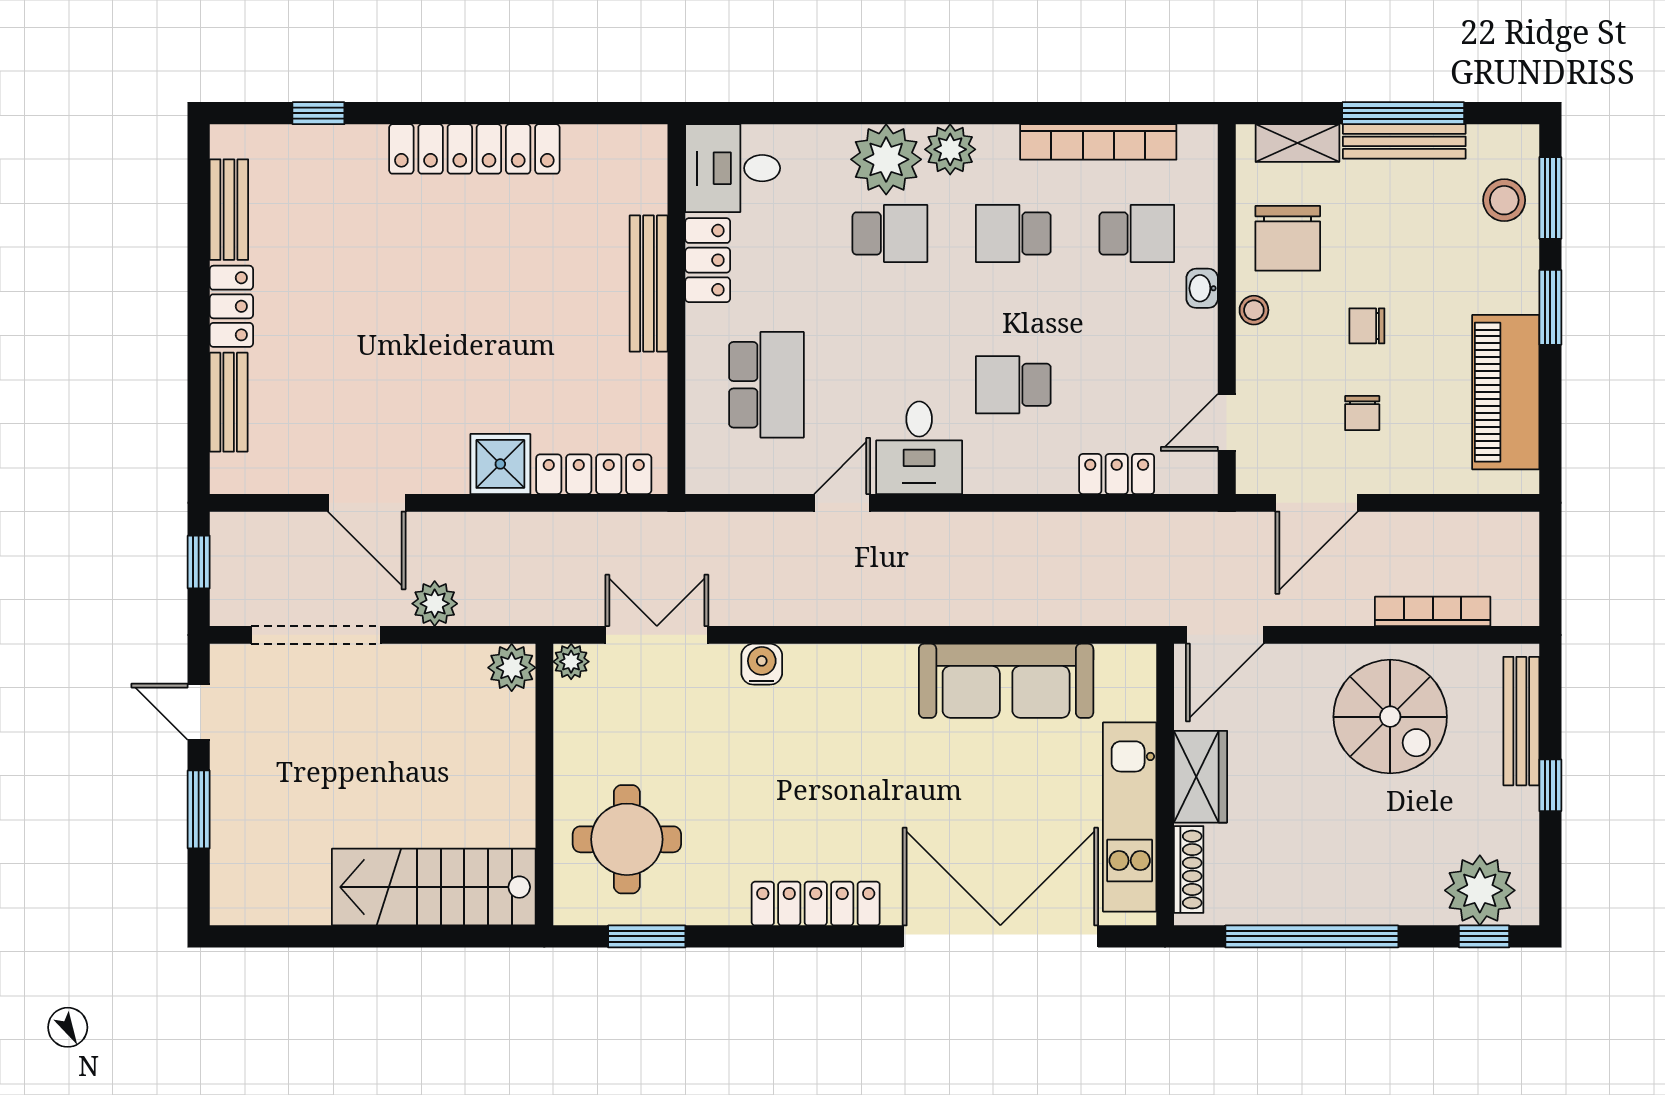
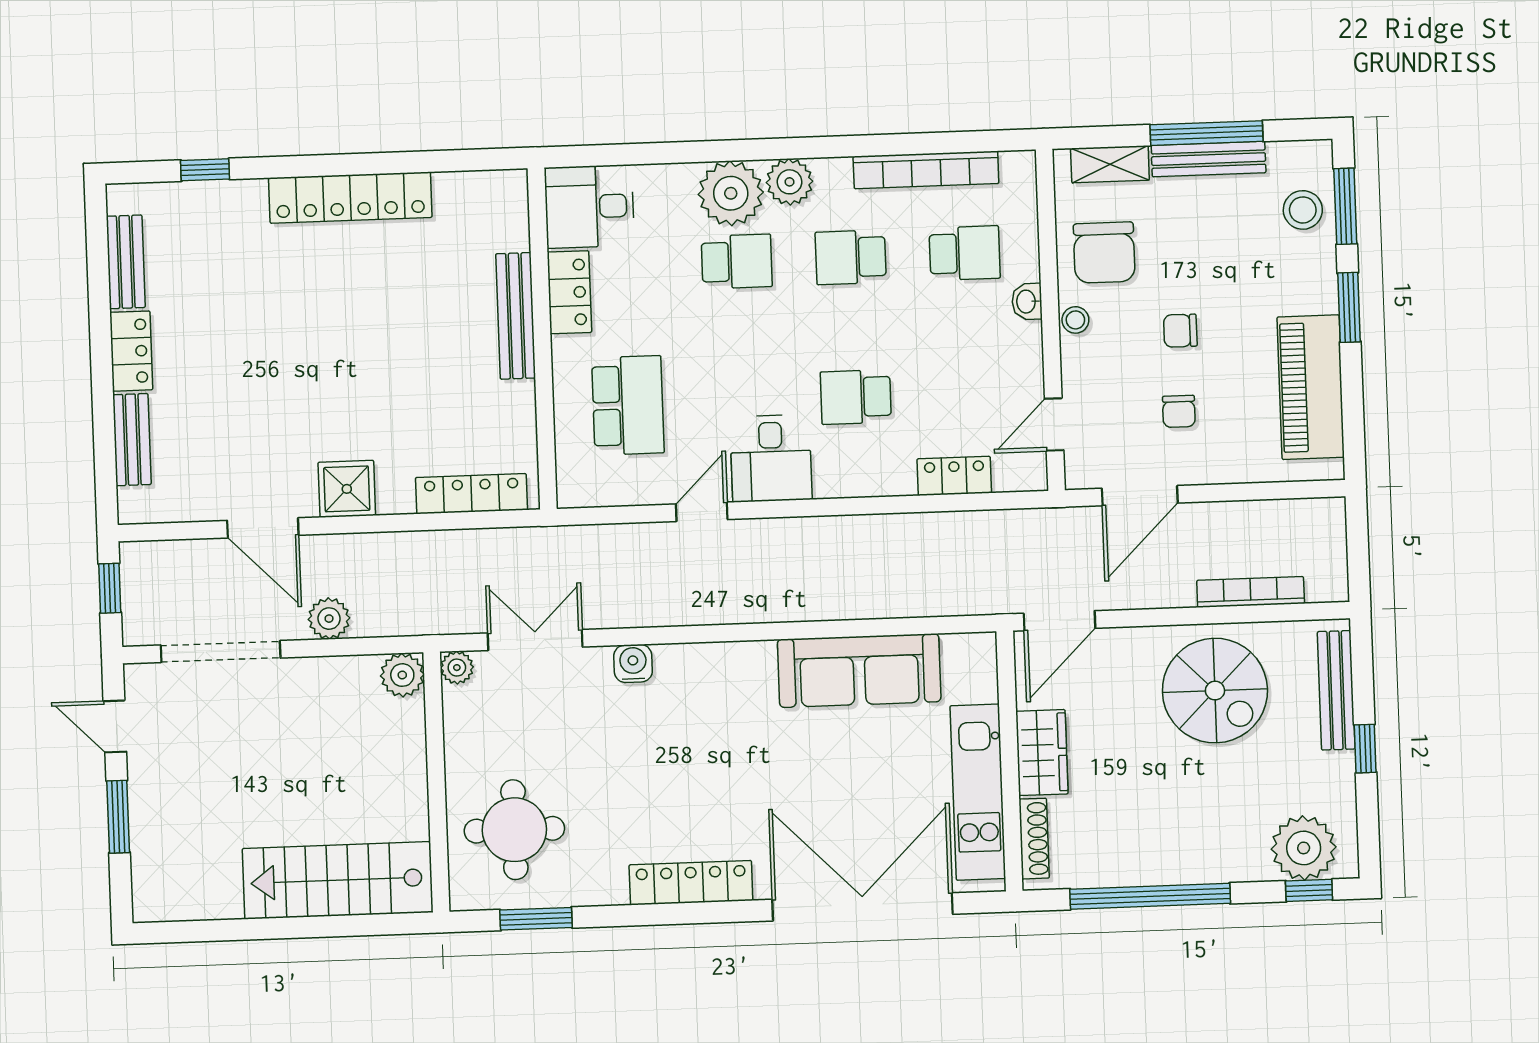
shower: (500, 464) -> (347, 489), moved

